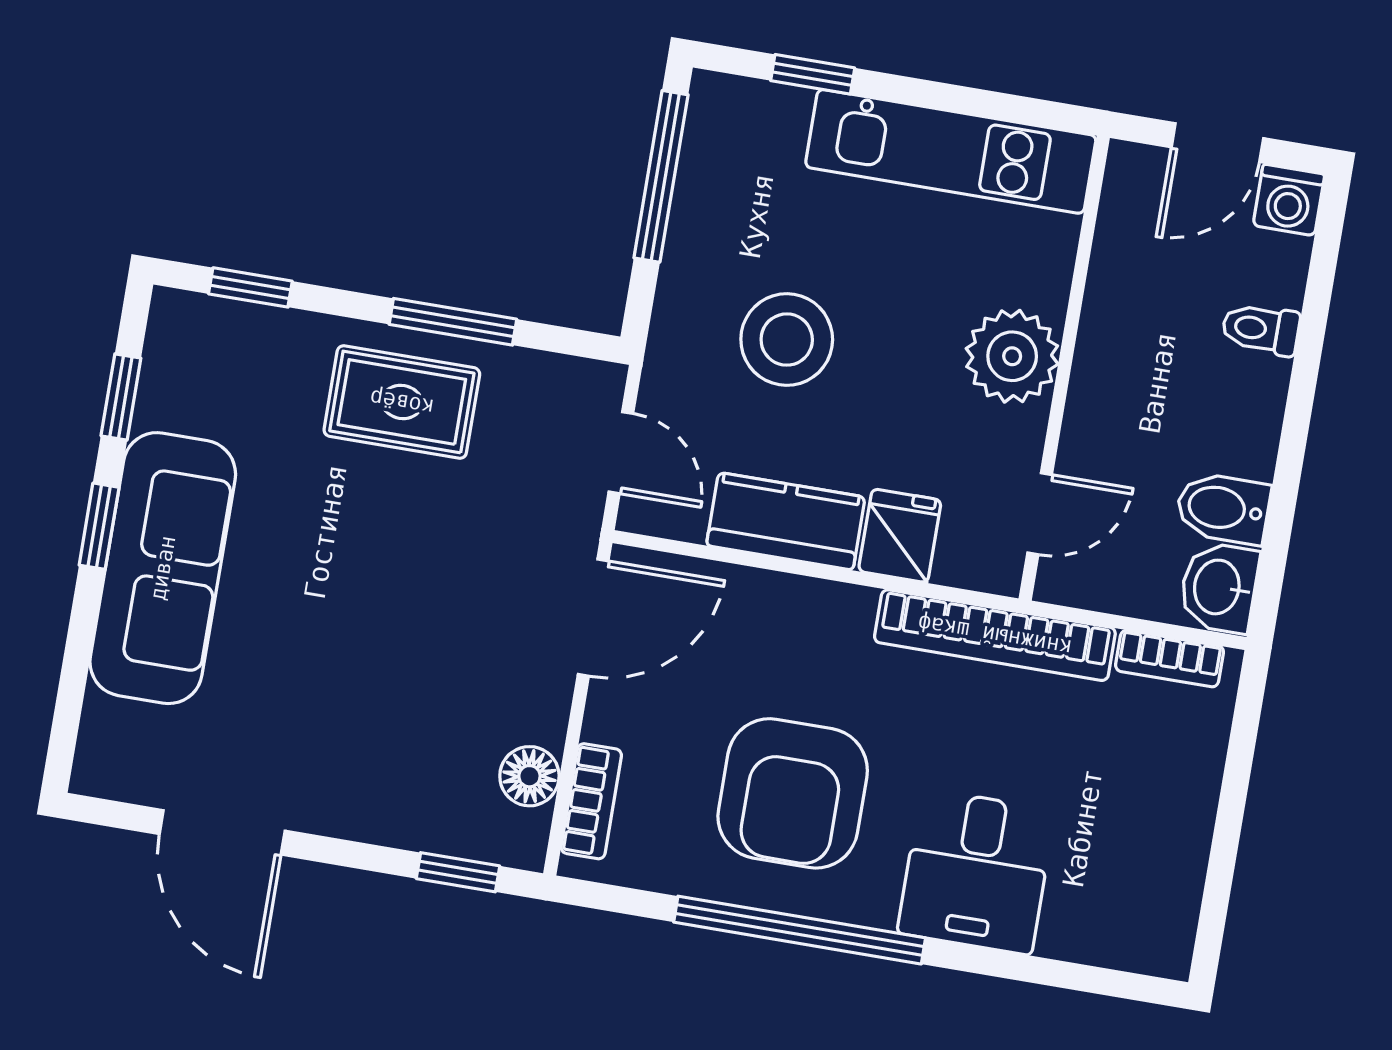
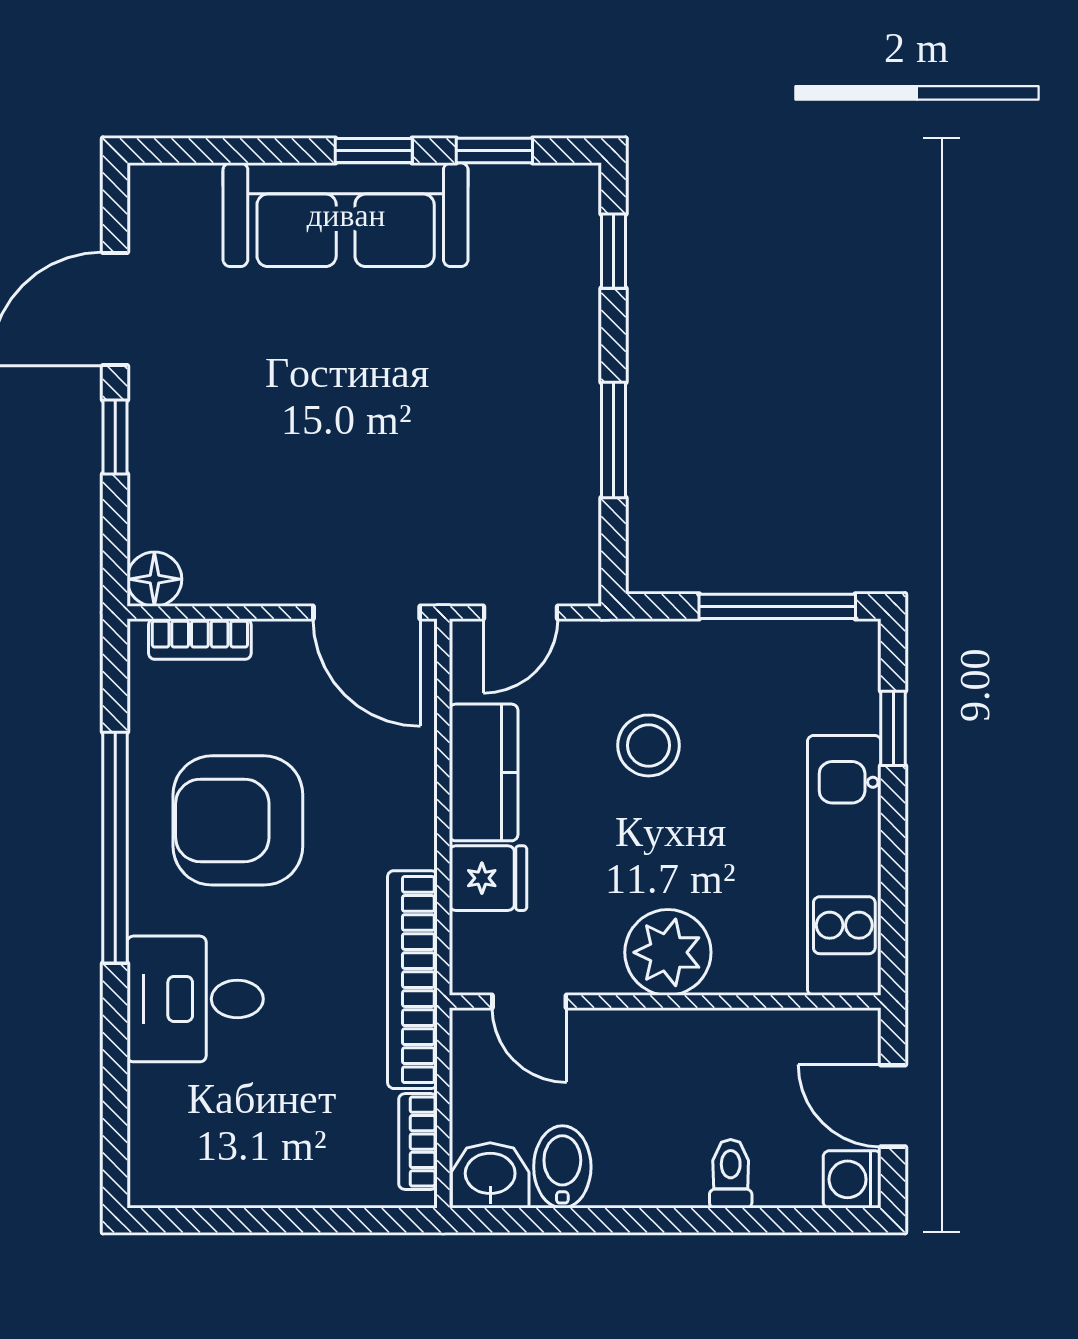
stool: (787, 340) -> (649, 745), width x0.73, depth x0.73
rug: (402, 402) -> (533, 406), removed
floor lamp: (529, 776) -> (154, 579), moved
window: (458, 872) -> (115, 437), moved

